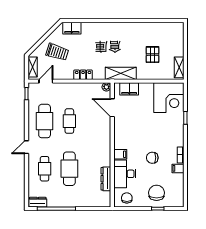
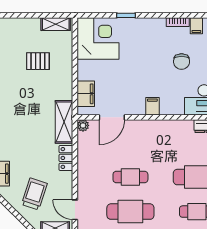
shelving: (121, 73) -> (64, 122), moved
filing cabinet: (120, 154) -> (152, 106), moved

